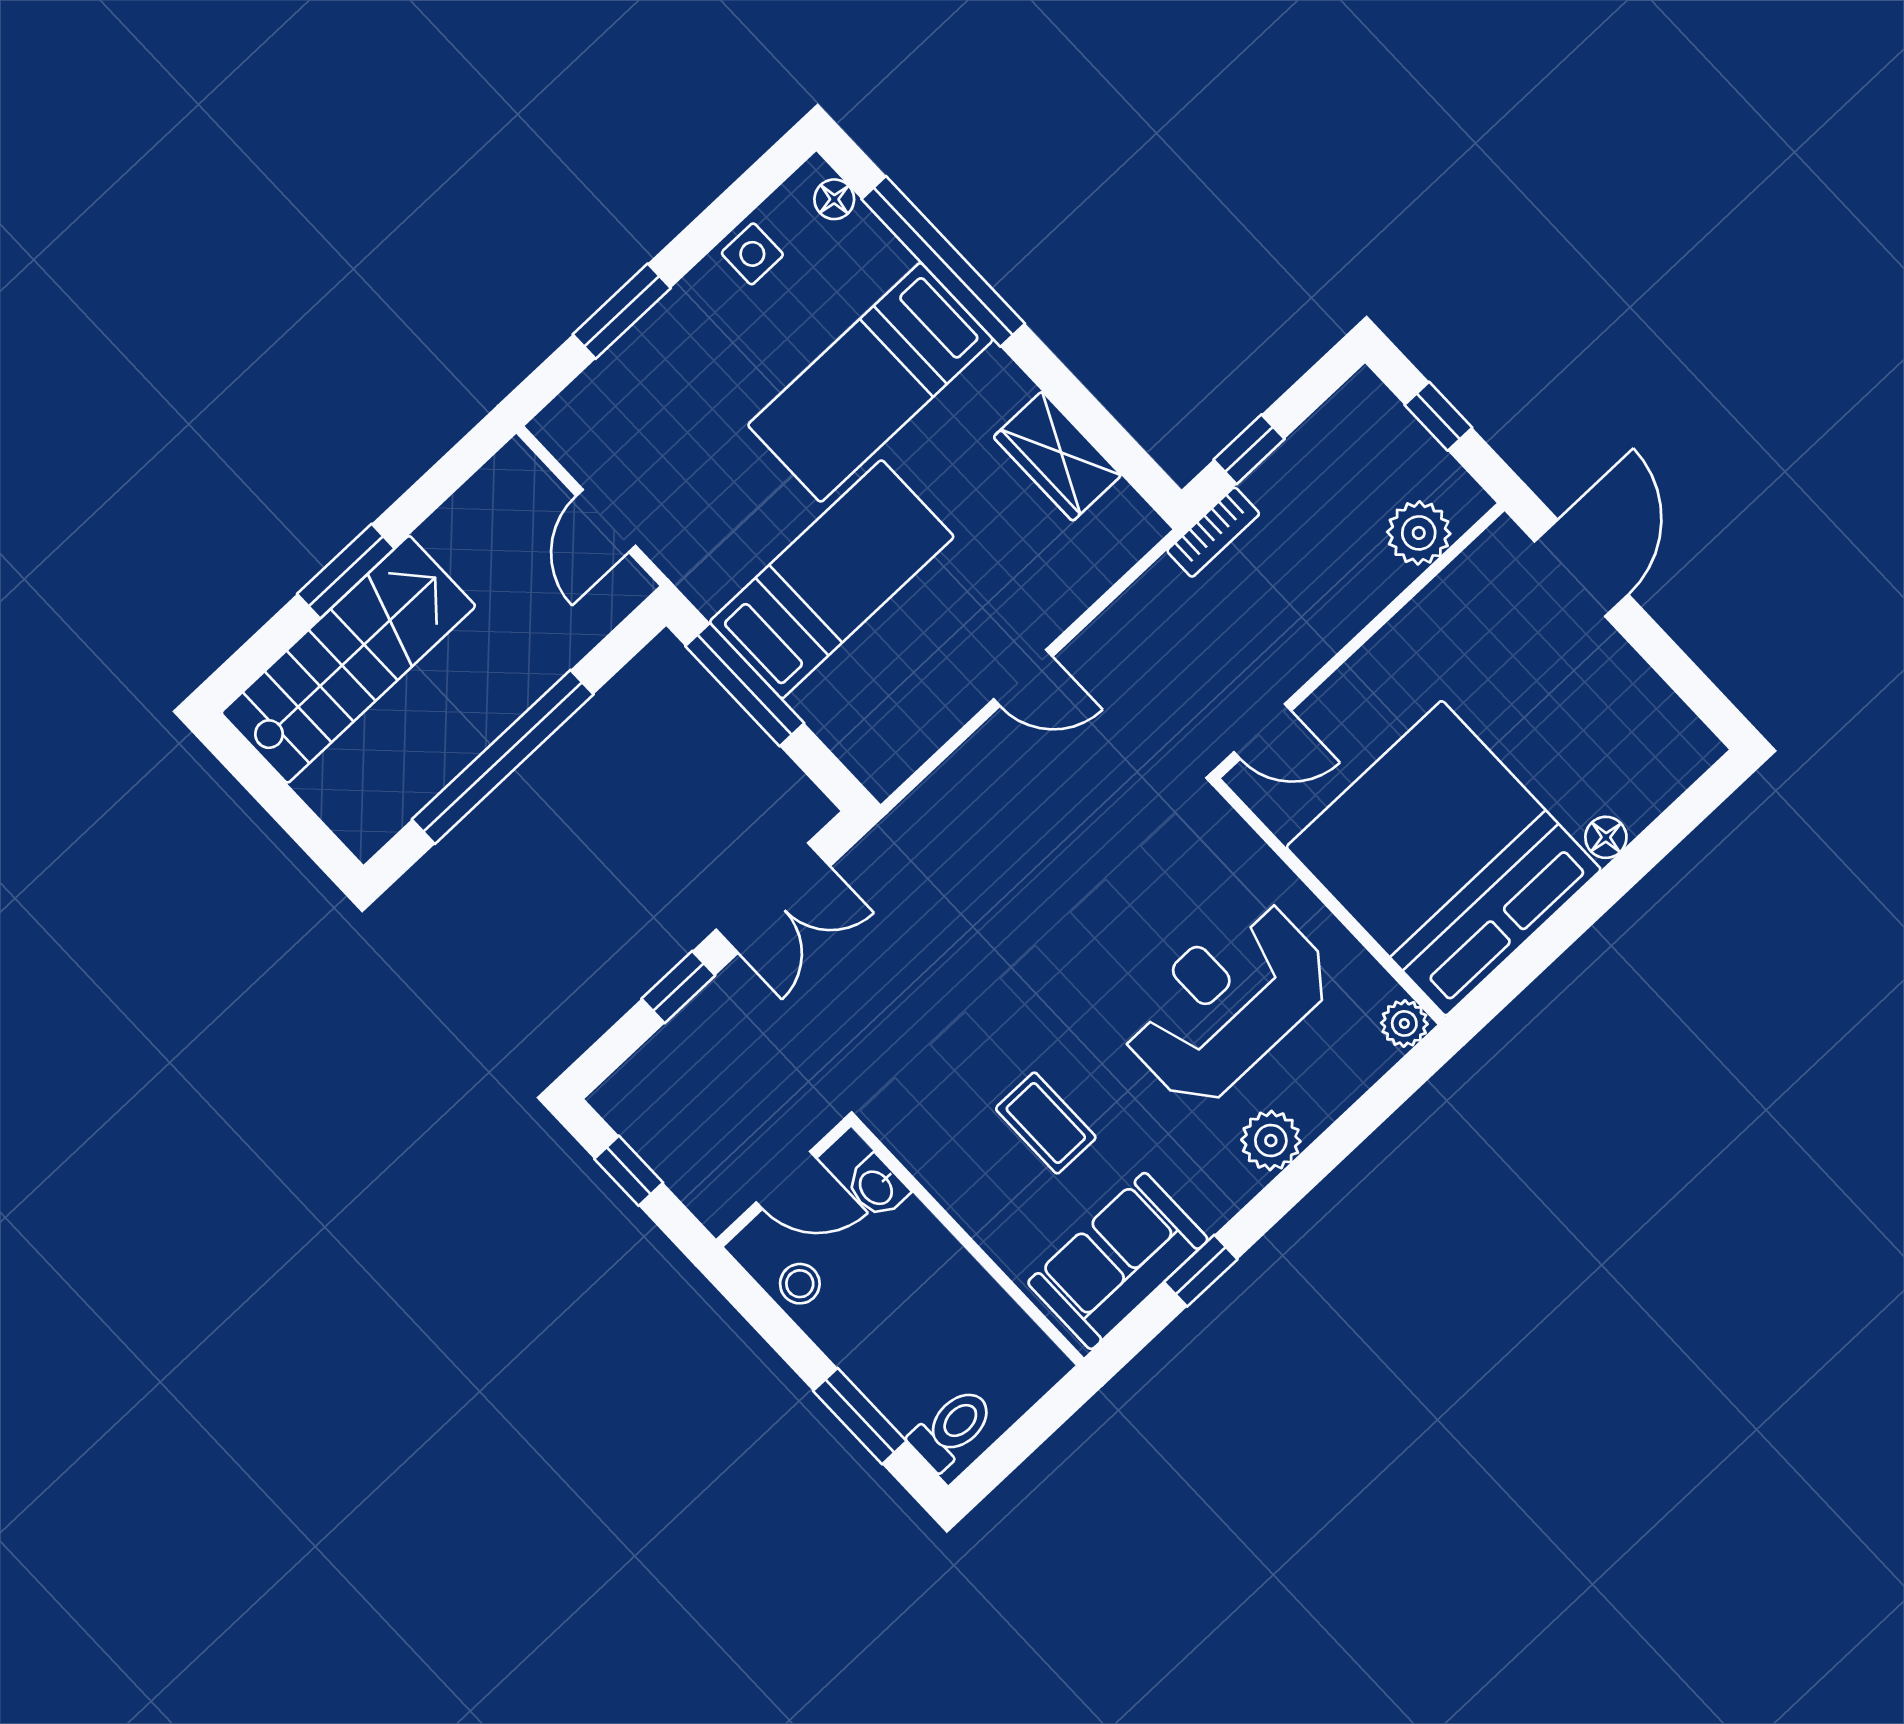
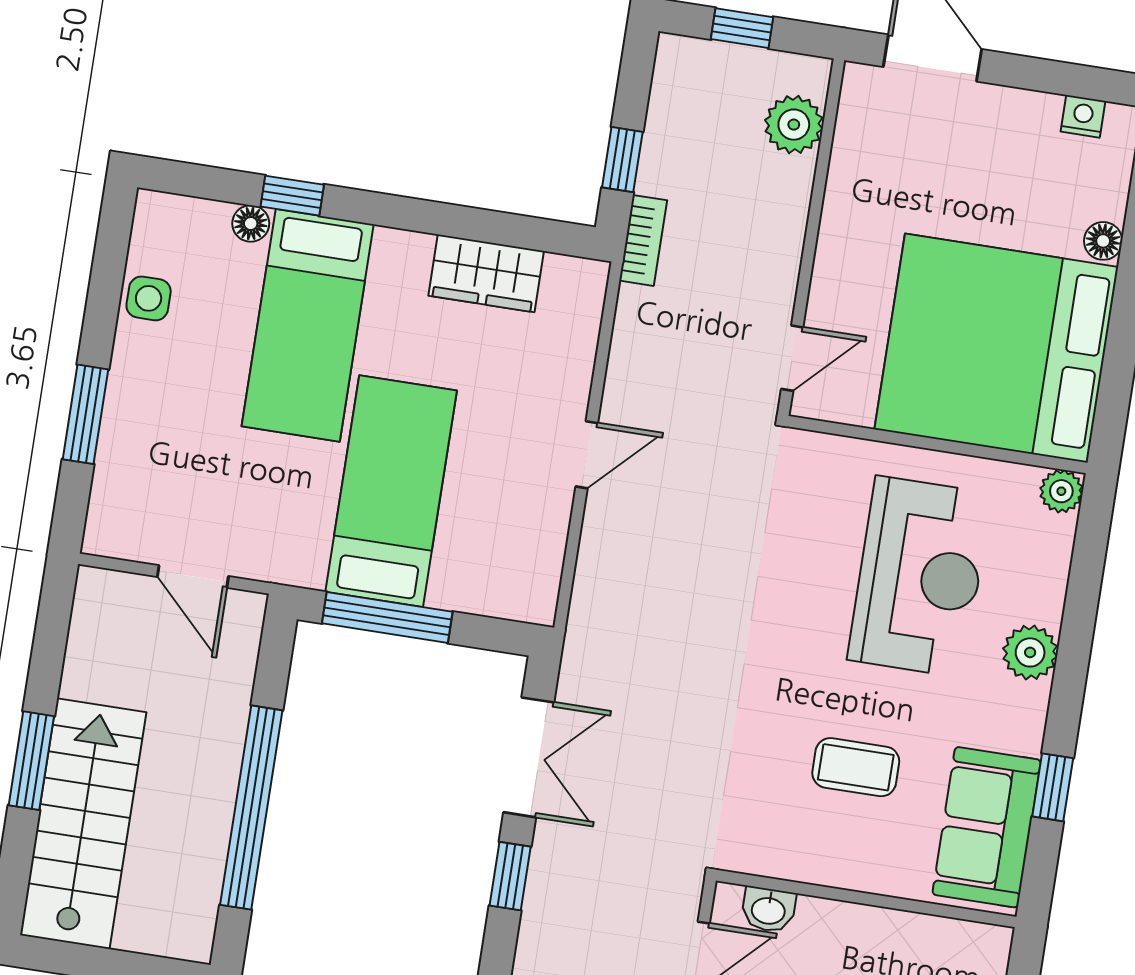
floor lamp: (834, 199) -> (251, 224), moved
window: (943, 261) -> (292, 196), width x0.32
nightstand: (1671, 718) -> (1083, 116), added
reception desk: (1227, 1002) -> (919, 577), turned 180

